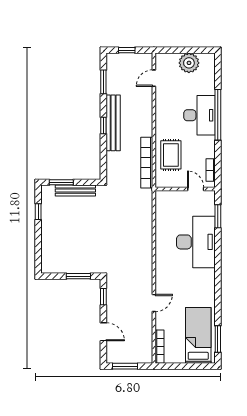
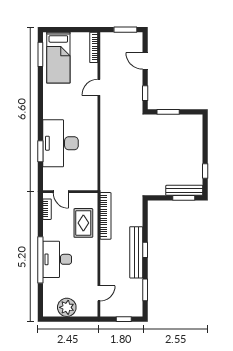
bench: (75, 191) -> (184, 190), moved
window: (218, 216) -> (40, 151), moved

